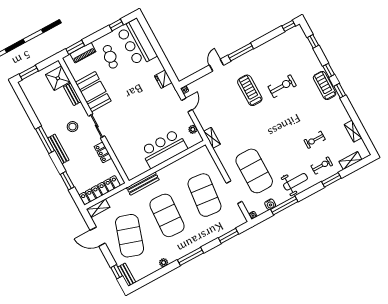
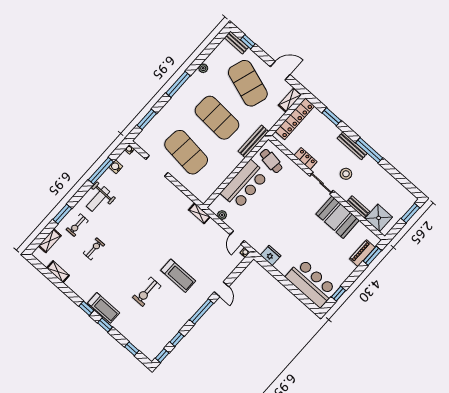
window: (271, 36) -> (177, 339), added
cafe table: (110, 57) -> (271, 161), moved
exercise mat: (254, 171) -> (144, 195), removed

